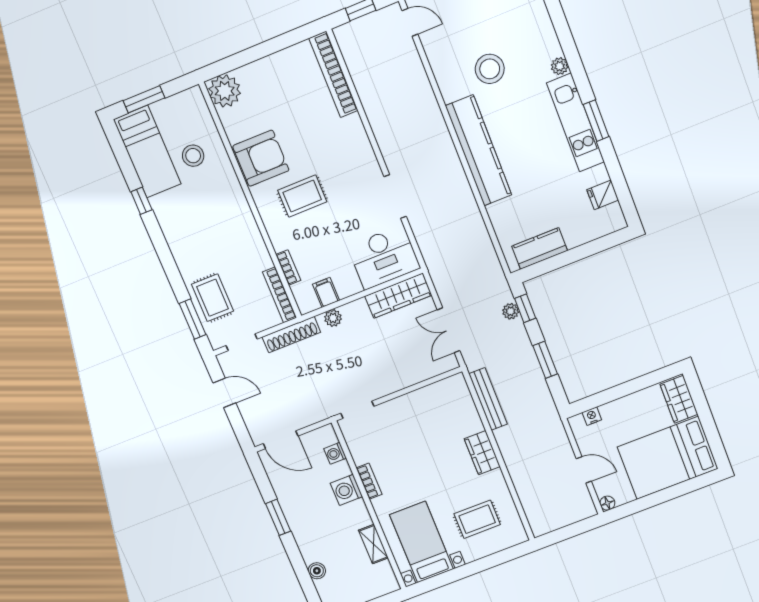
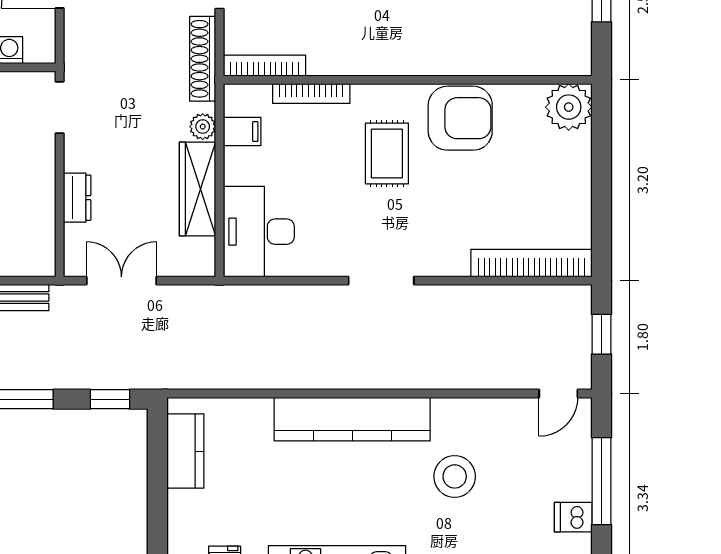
stool: (193, 156) -> (501, 27), removed
armchair: (261, 158) -> (460, 118), turned -90
doorway: (395, 197) -> (381, 281), moved
bookcase: (288, 267) -> (311, 94), width x1.56
wardrobe: (398, 296) -> (198, 189), moved
plant: (511, 311) -> (114, 377), removed
dresser: (408, 377) -> (77, 198), added

